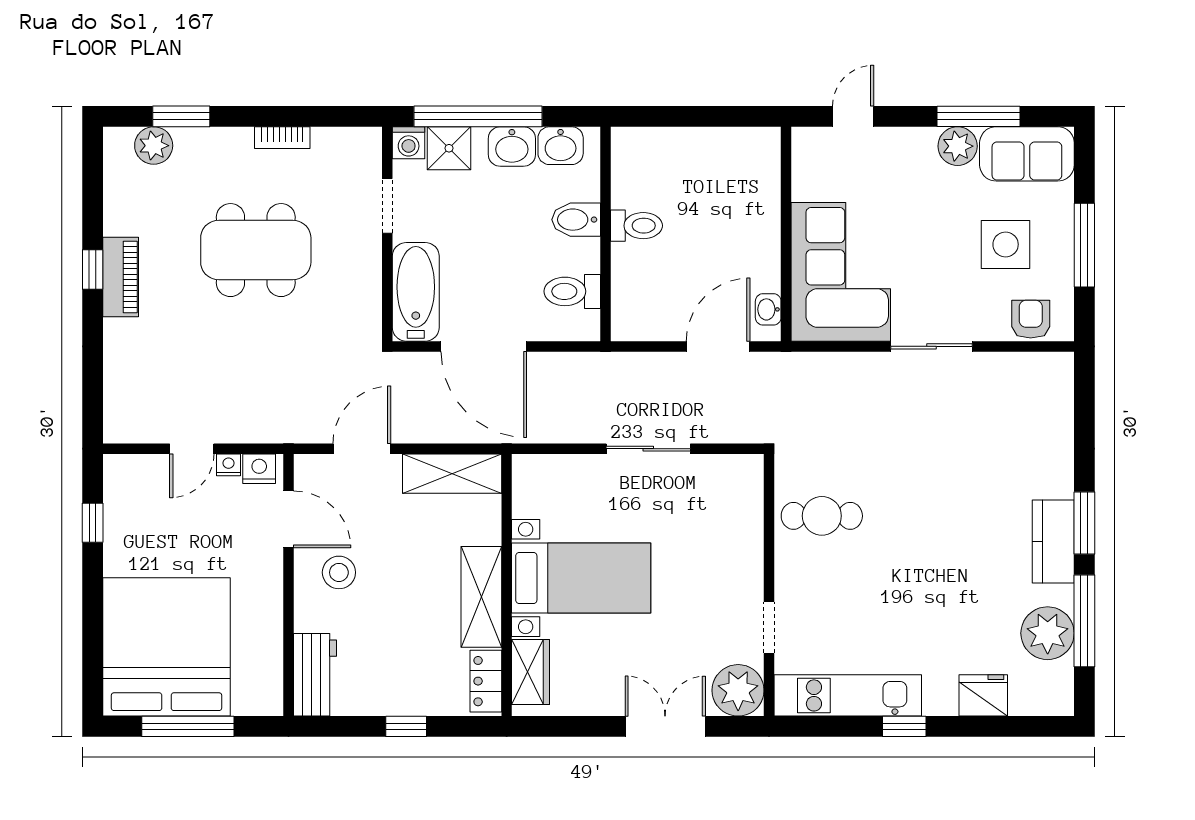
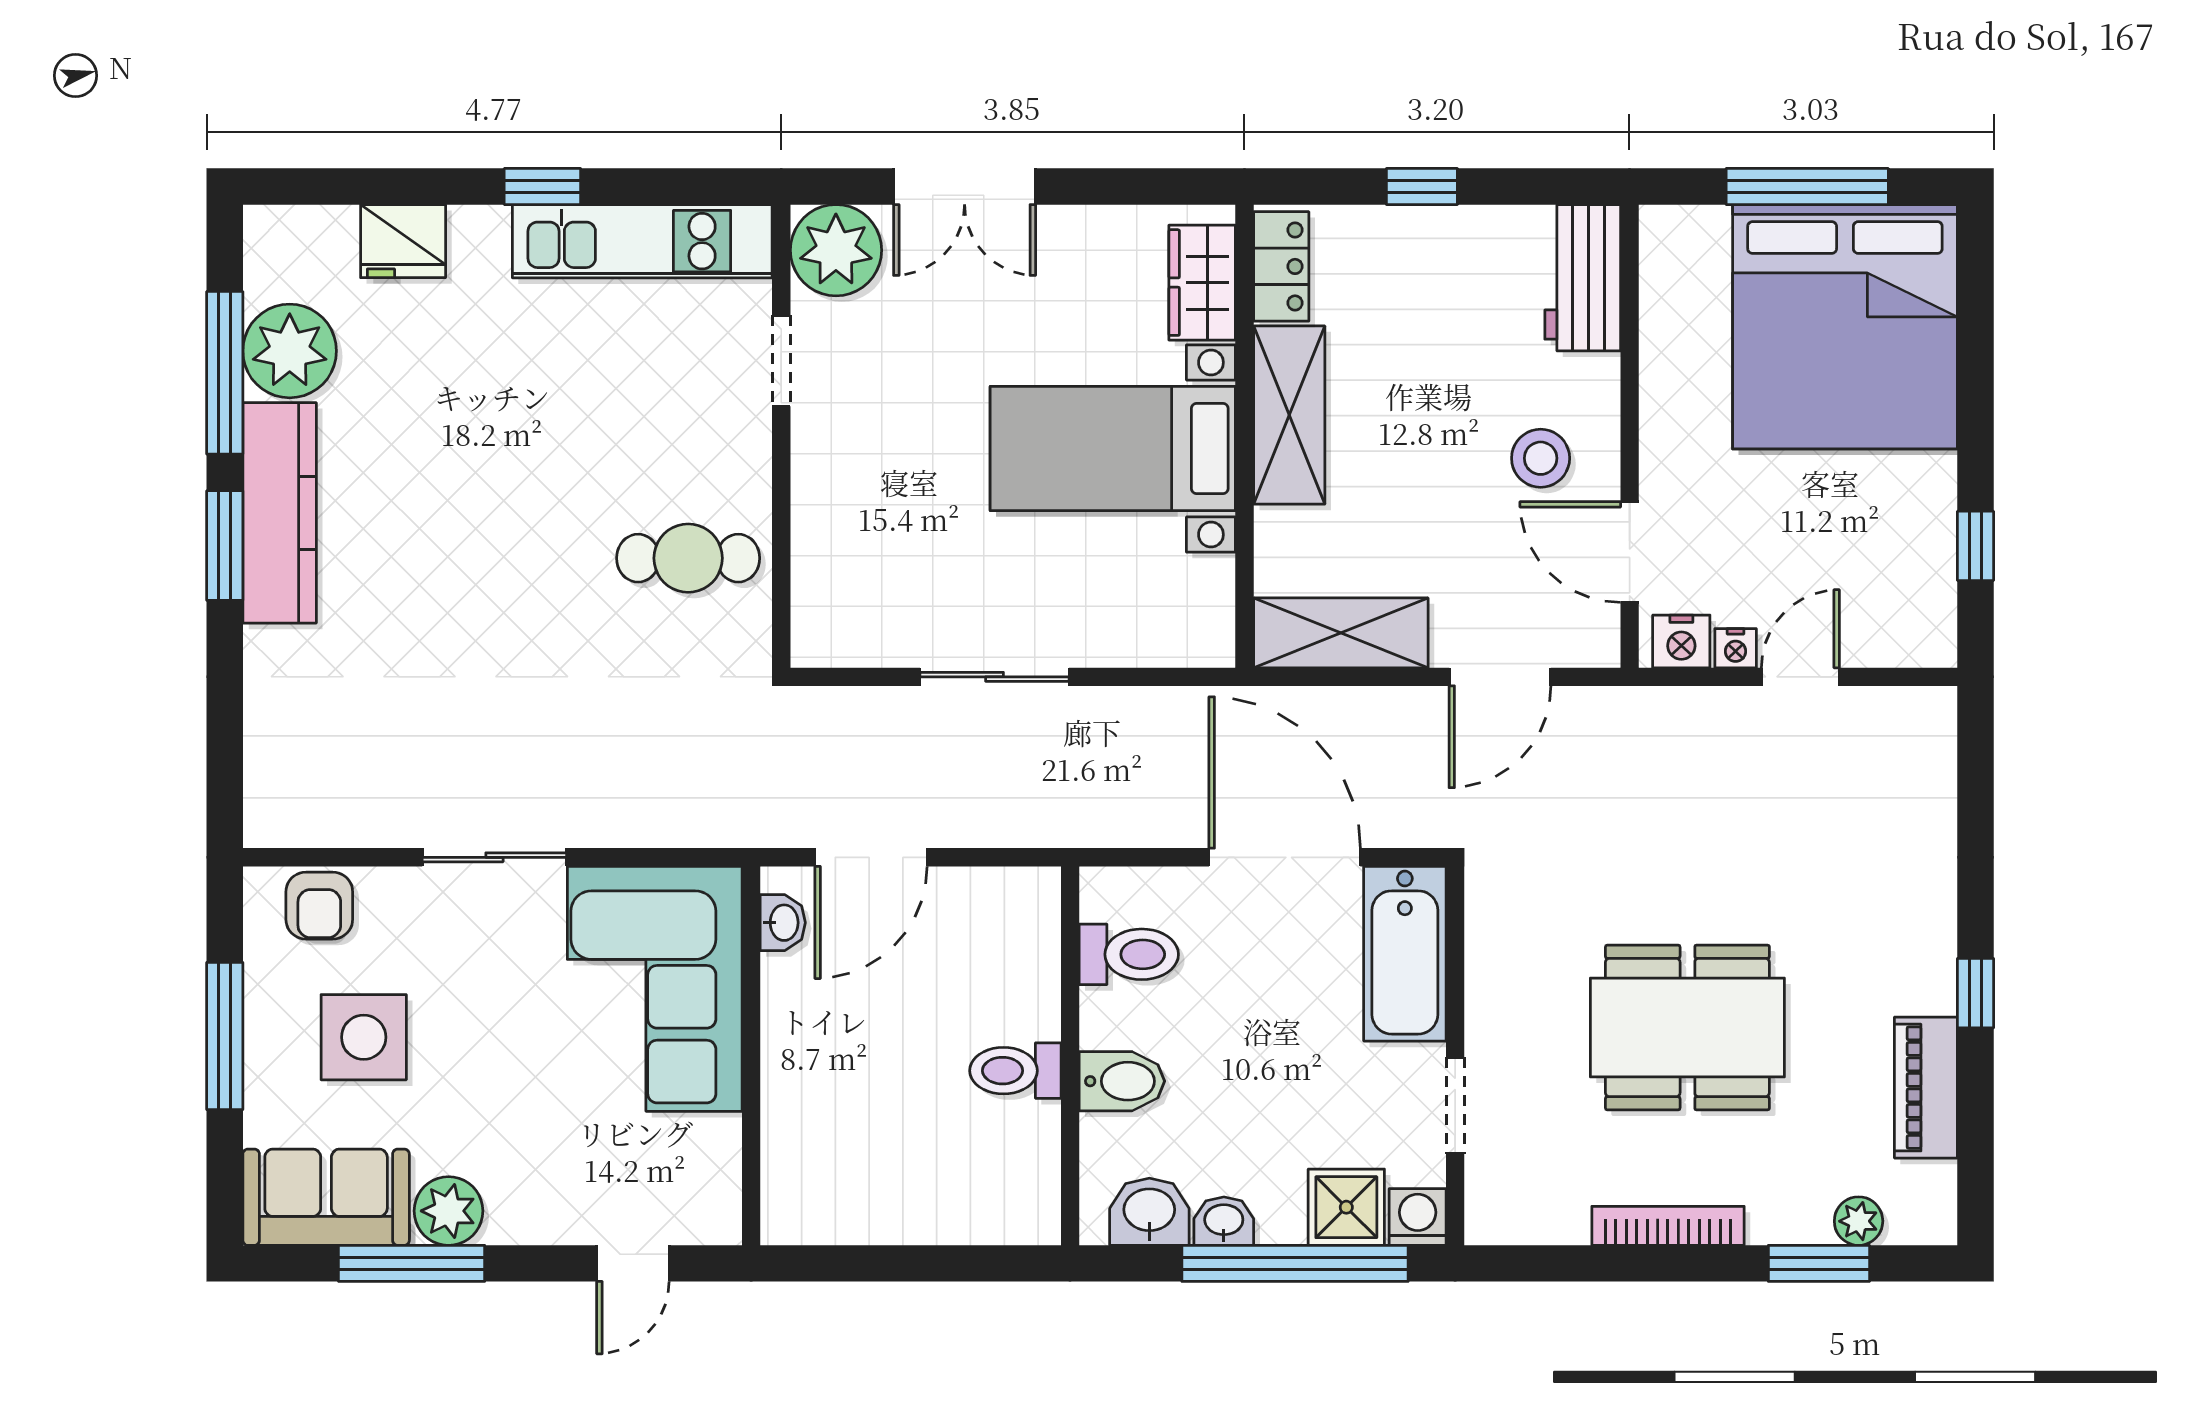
bookcase: (282, 138) -> (1668, 1226), width x1.56
plant: (154, 146) -> (1859, 1221), width x0.73, depth x0.73
washbasin: (512, 146) -> (1224, 1221), width x0.72, depth x0.69
piano: (121, 277) -> (1926, 1088), moved
kitchen counter: (1053, 542) -> (280, 513), width x1.50

